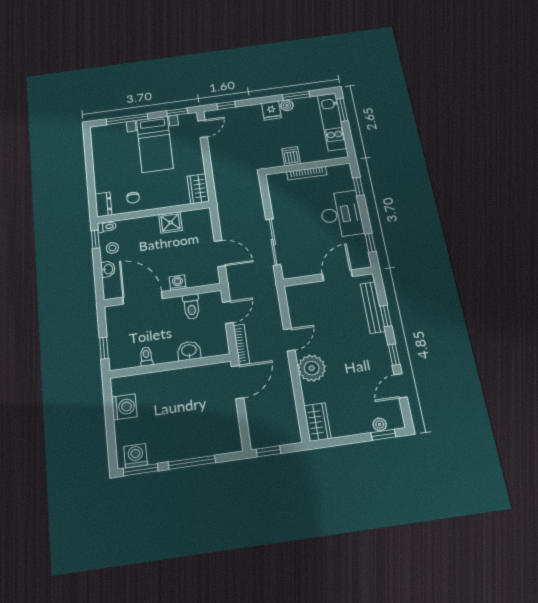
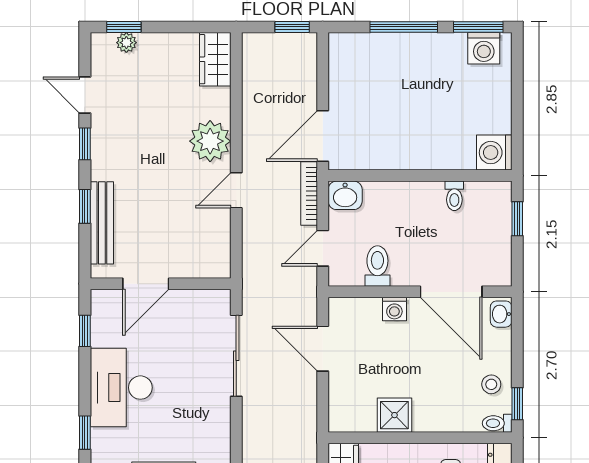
washbasin: (108, 269) -> (501, 314), moved
washbasin: (189, 351) -> (345, 195), moved
door: (401, 386) -> (85, 95), swing flipped
washing machine: (124, 407) -> (494, 153), moved

